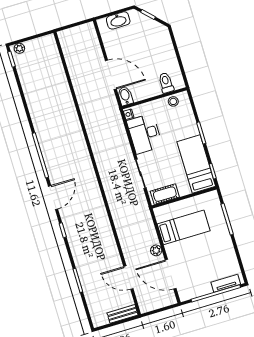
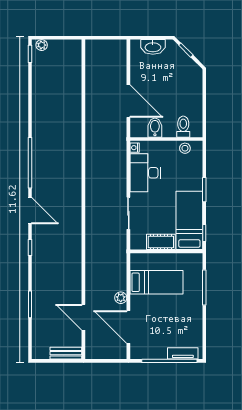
bidet: (125, 96) -> (155, 128), moved
cot: (165, 194) -> (161, 242), moved
door: (53, 198) -> (30, 211), hinge flipped

